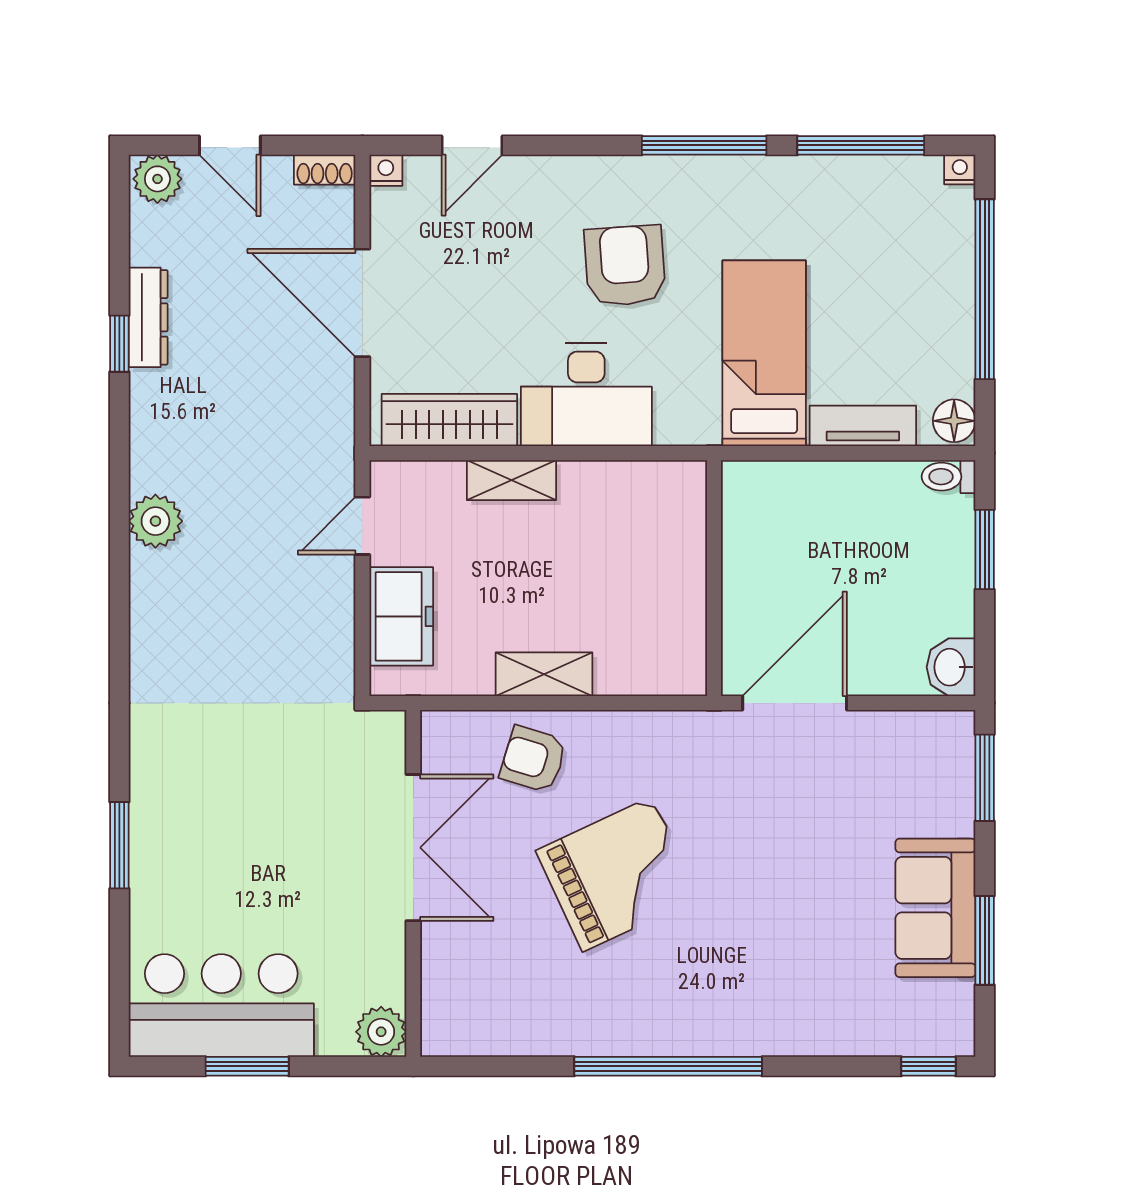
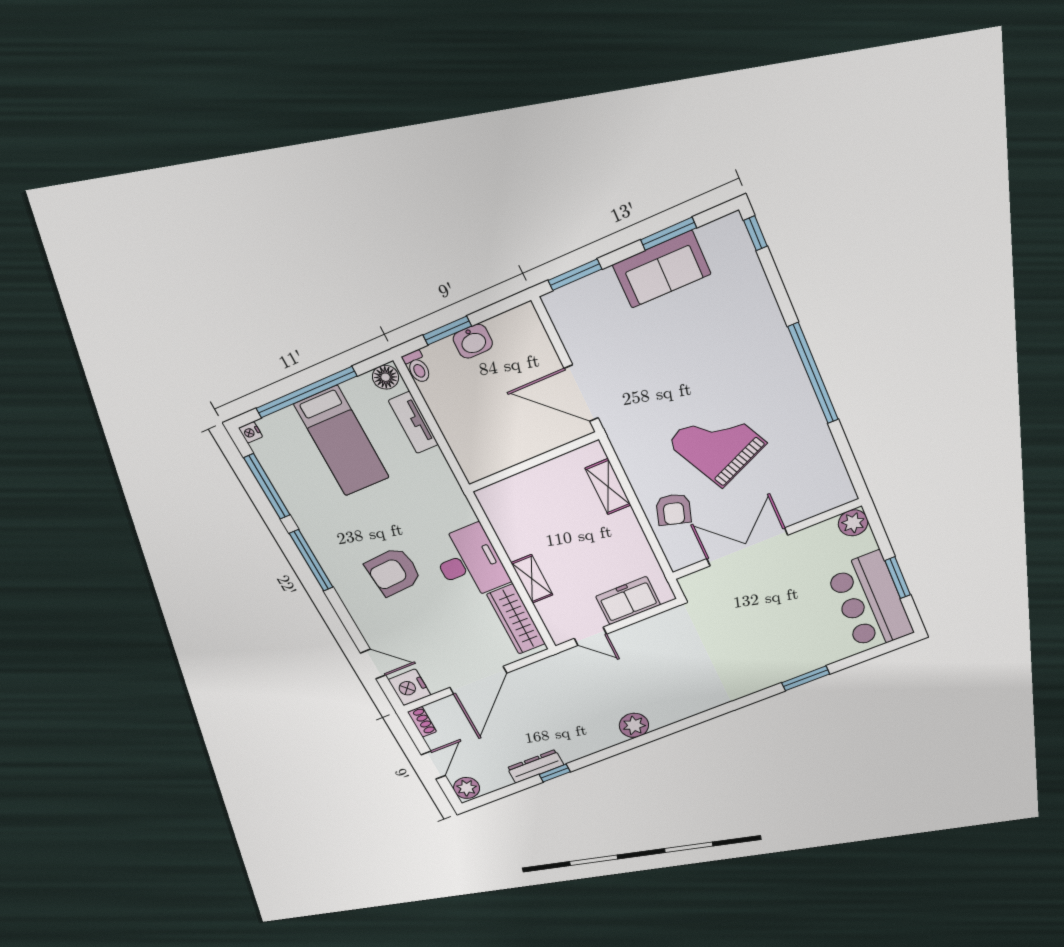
nightstand: (386, 170) -> (409, 687), width x1.89, depth x1.79
bed: (764, 353) -> (342, 441), moved, turned -90
washbasin: (951, 667) -> (473, 341), moved
shelving: (544, 674) -> (608, 487), moved

